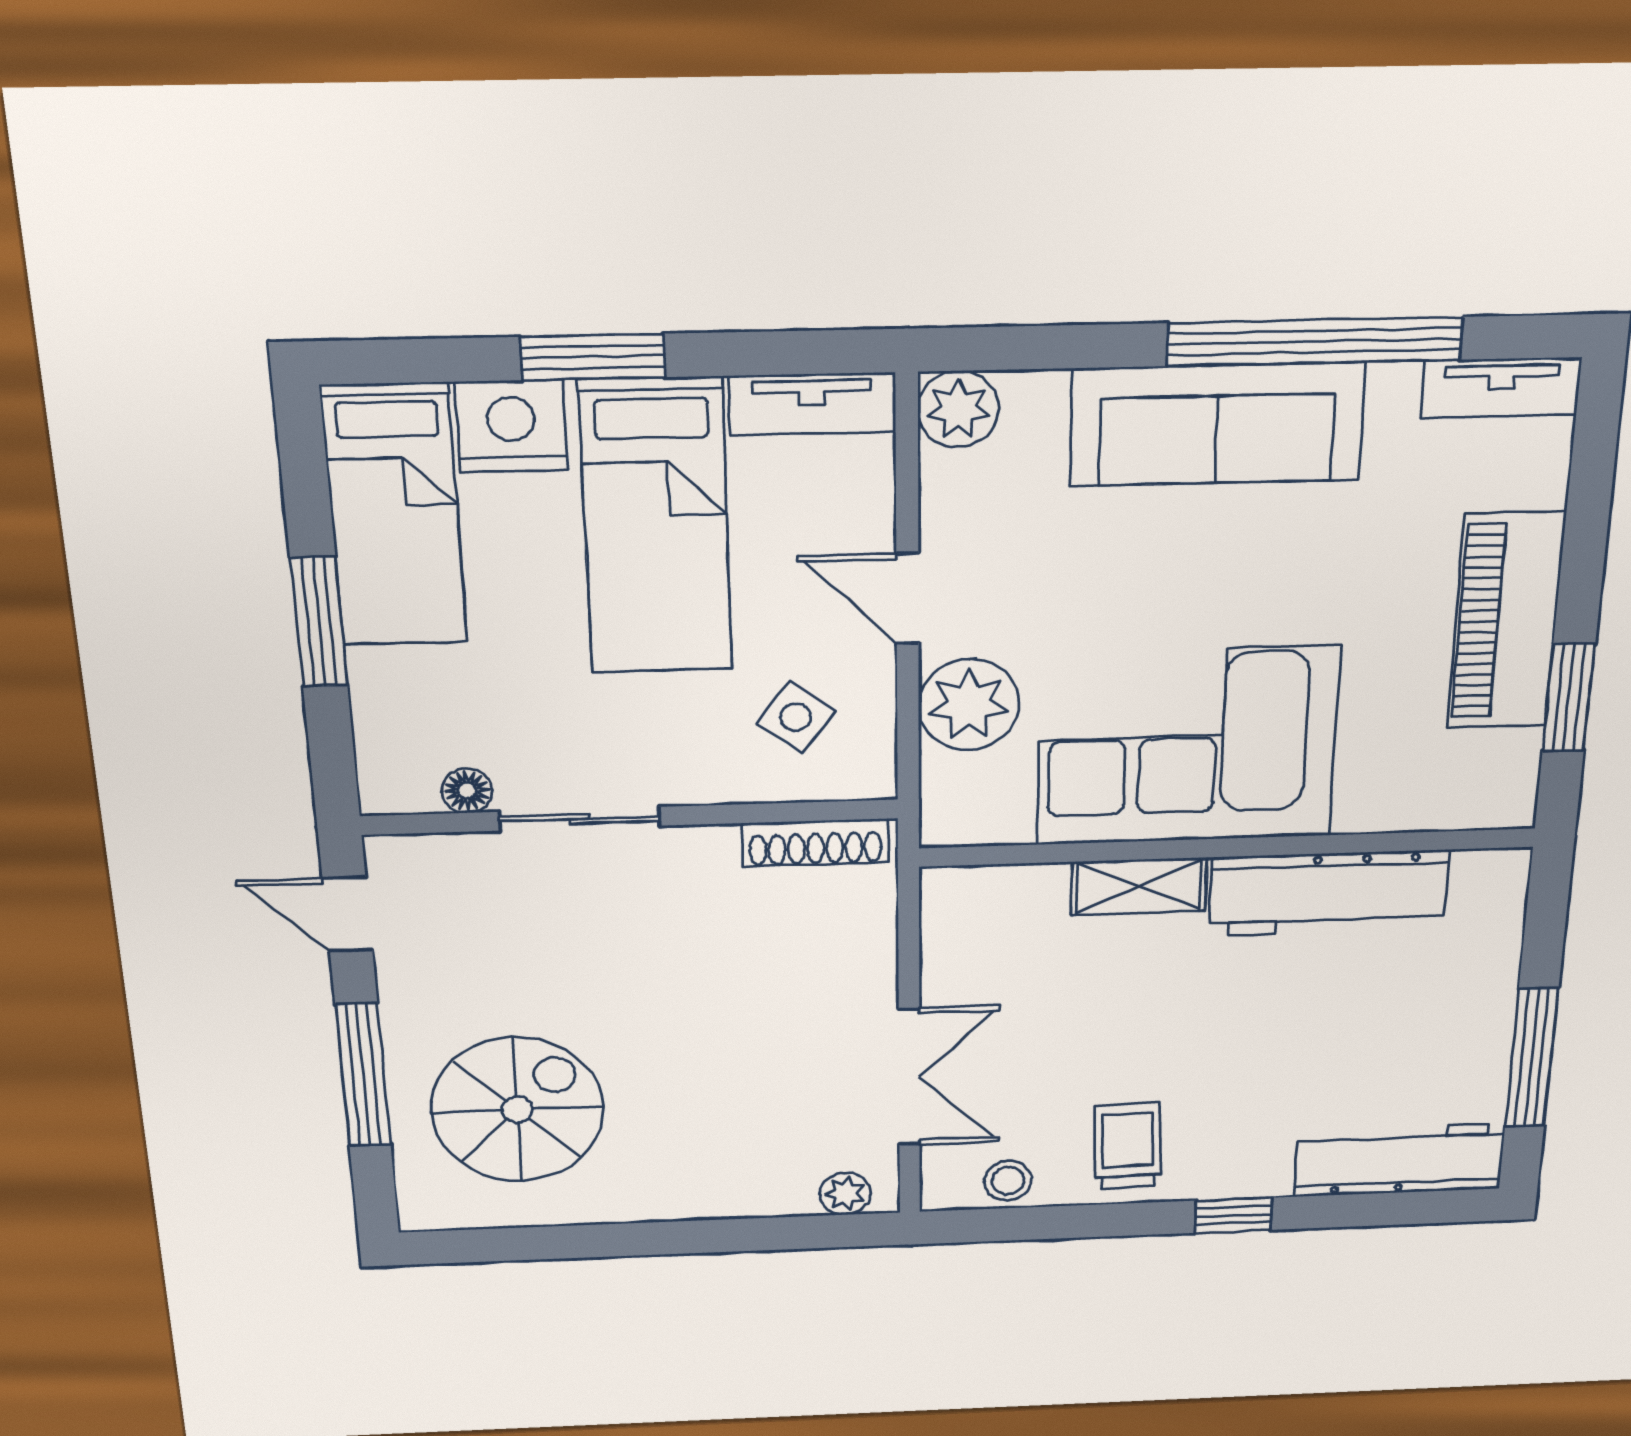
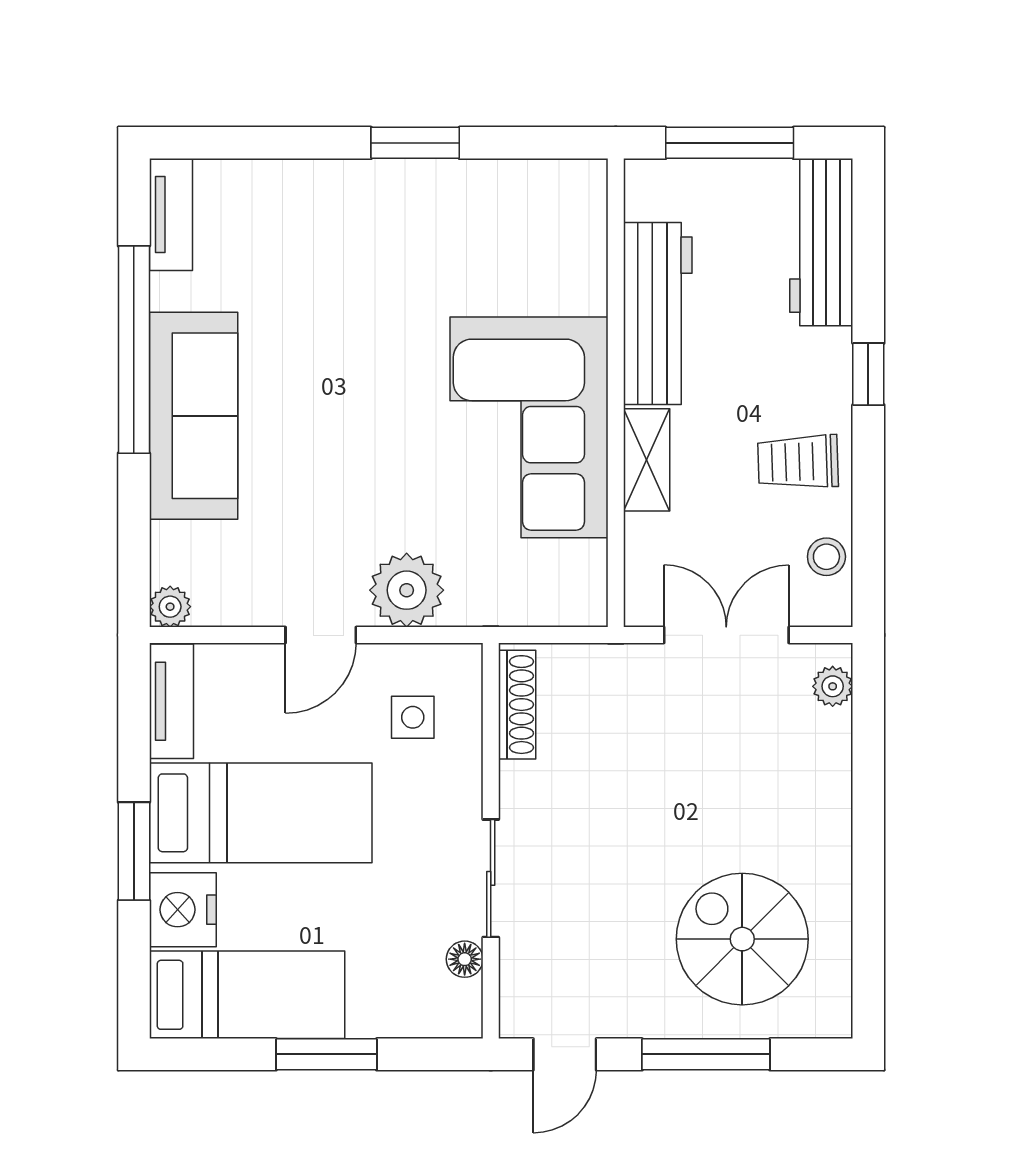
plant: (958, 409) -> (170, 607), width x0.73, depth x0.73
piano: (1506, 621) -> (351, 196), removed
side table: (796, 717) -> (413, 717), turned -37
corner sofa: (1187, 746) -> (529, 427), moved
wall: (1228, 848) -> (616, 393), moved
shelving: (1139, 886) -> (647, 460), moved
workbench: (1329, 893) -> (658, 313), moved

